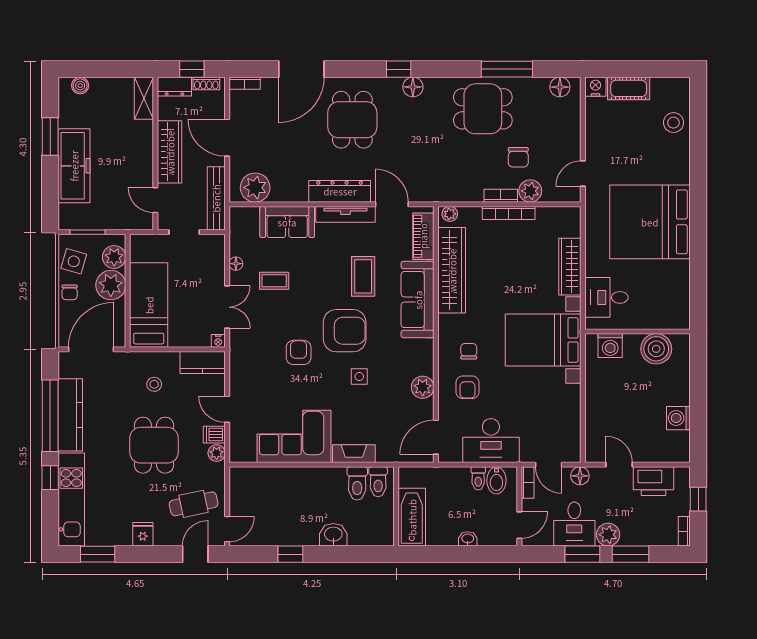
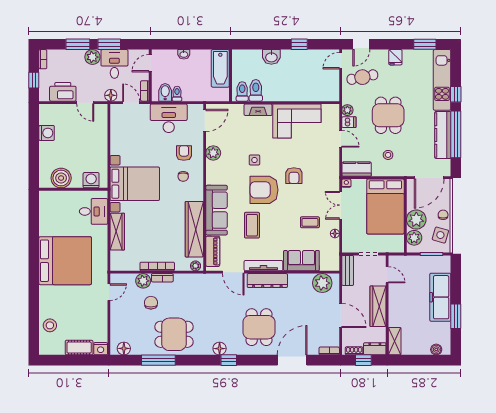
bench: (216, 198) -> (348, 270), width x0.73
bed: (149, 305) -> (385, 206), width x1.50

